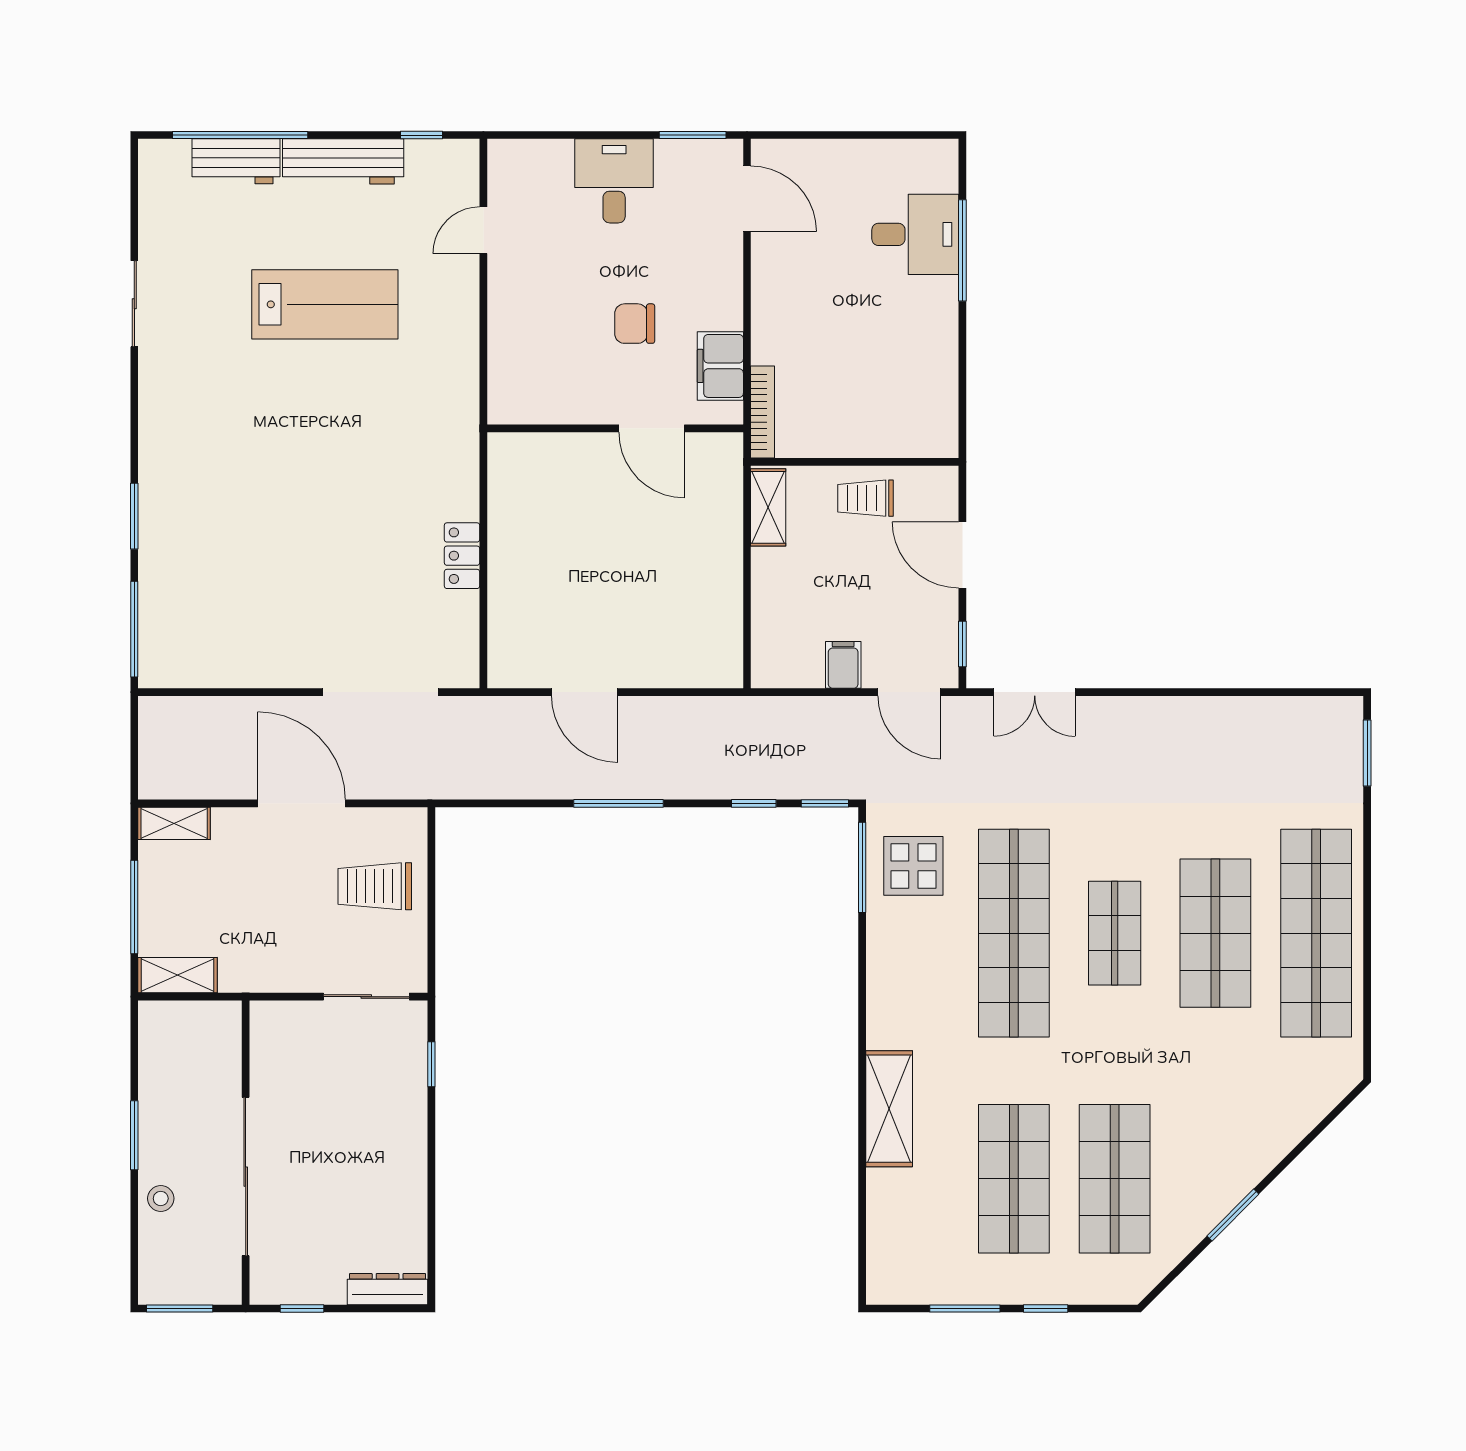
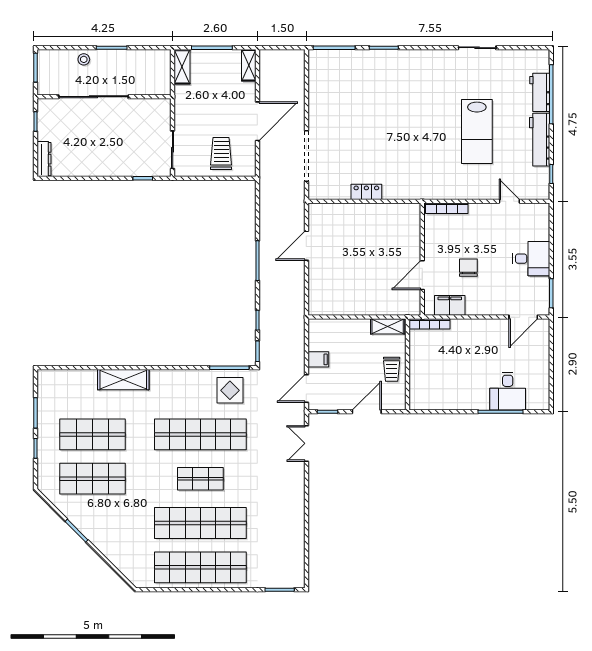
bookcase: (499, 373) -> (447, 208), added
trolley: (866, 498) -> (392, 369), turned 180
shop shelf: (1215, 933) -> (200, 523), width x1.40

